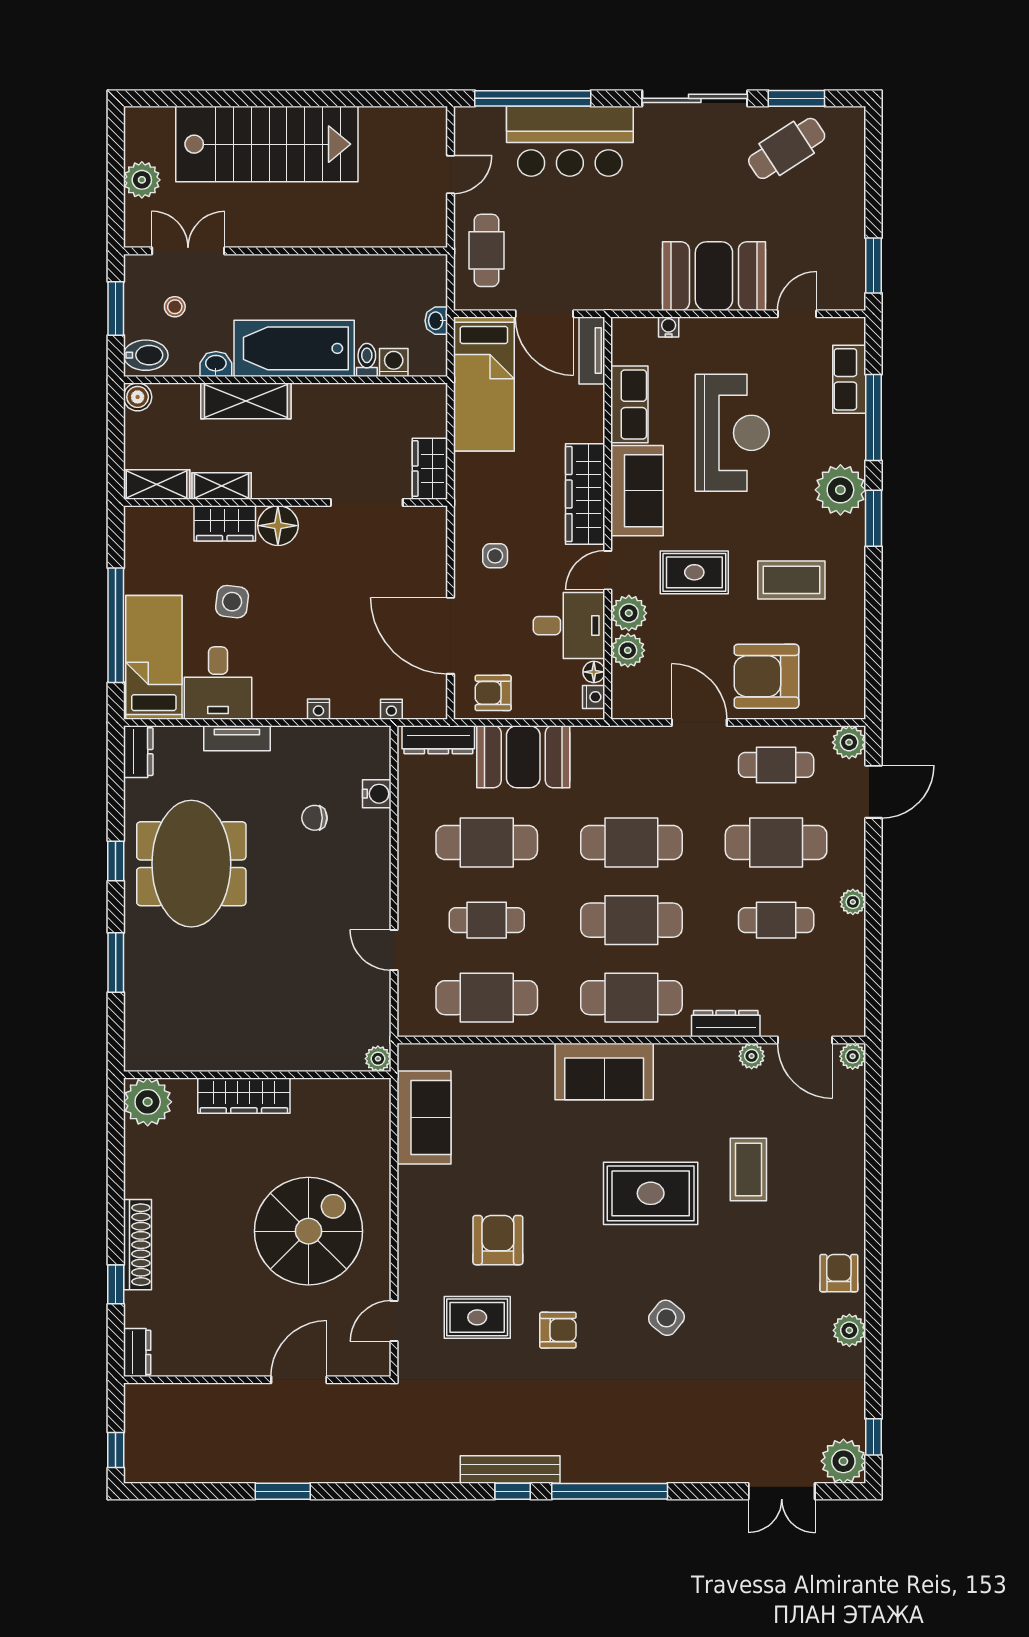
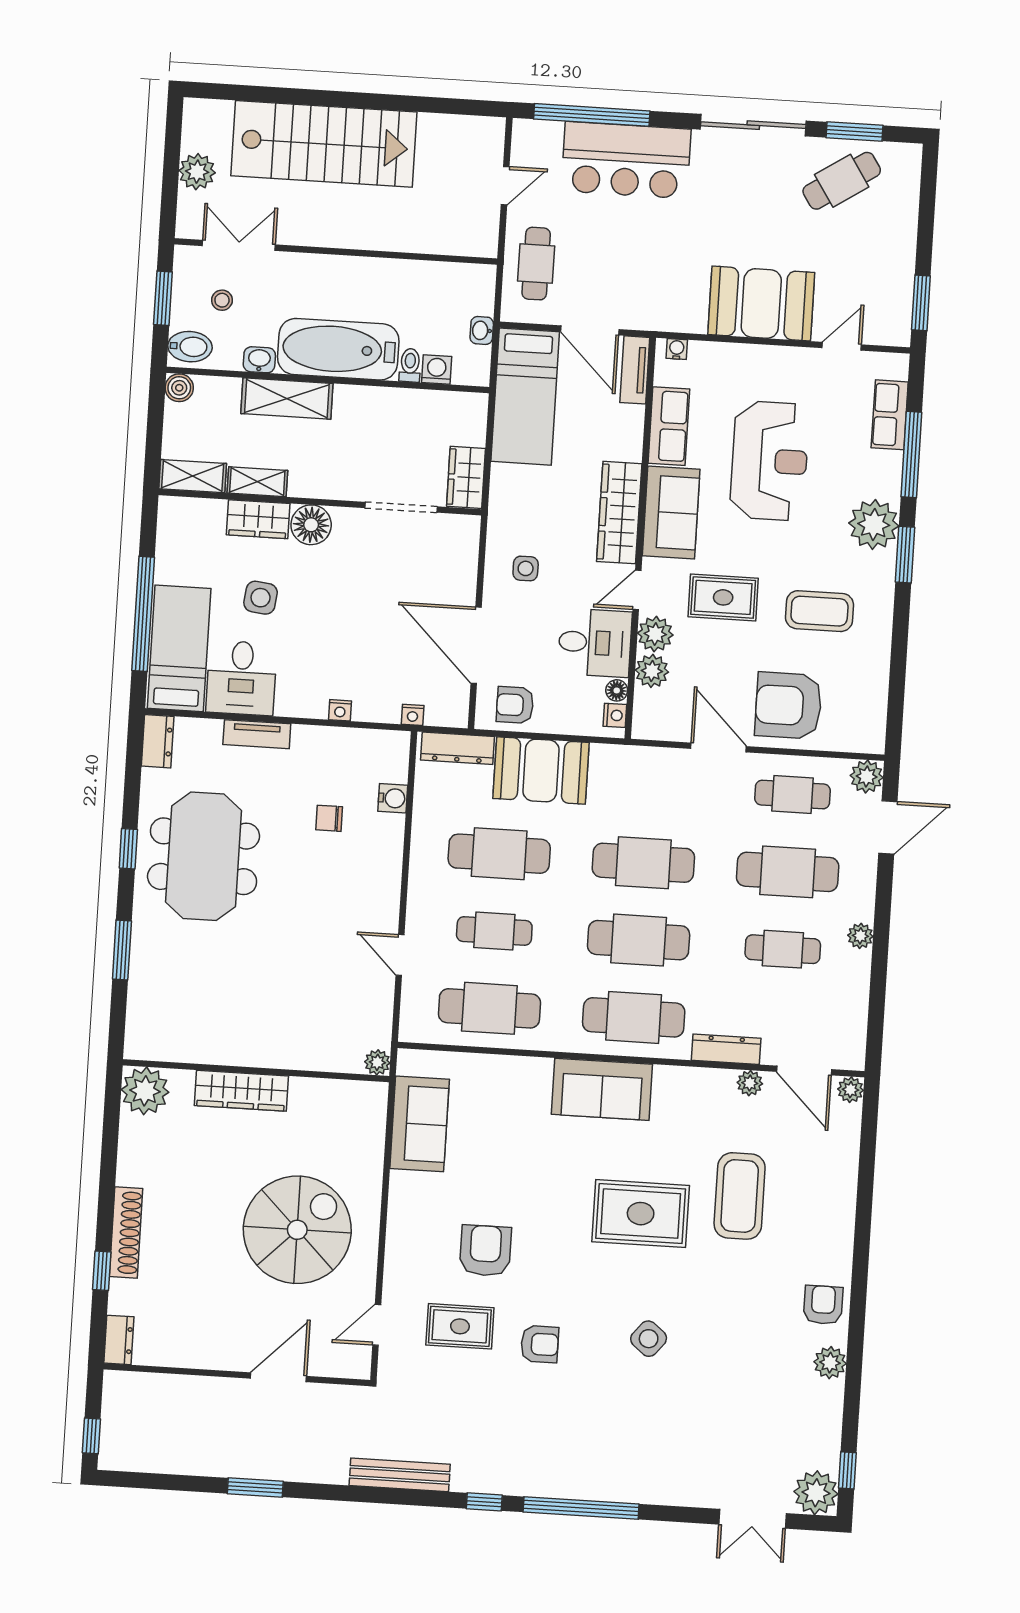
water cooler: (669, 327) -> (677, 349), moved
coffee table: (748, 1169) -> (740, 1196), width x1.36, depth x1.32
bench: (510, 1470) -> (400, 1475), moved

